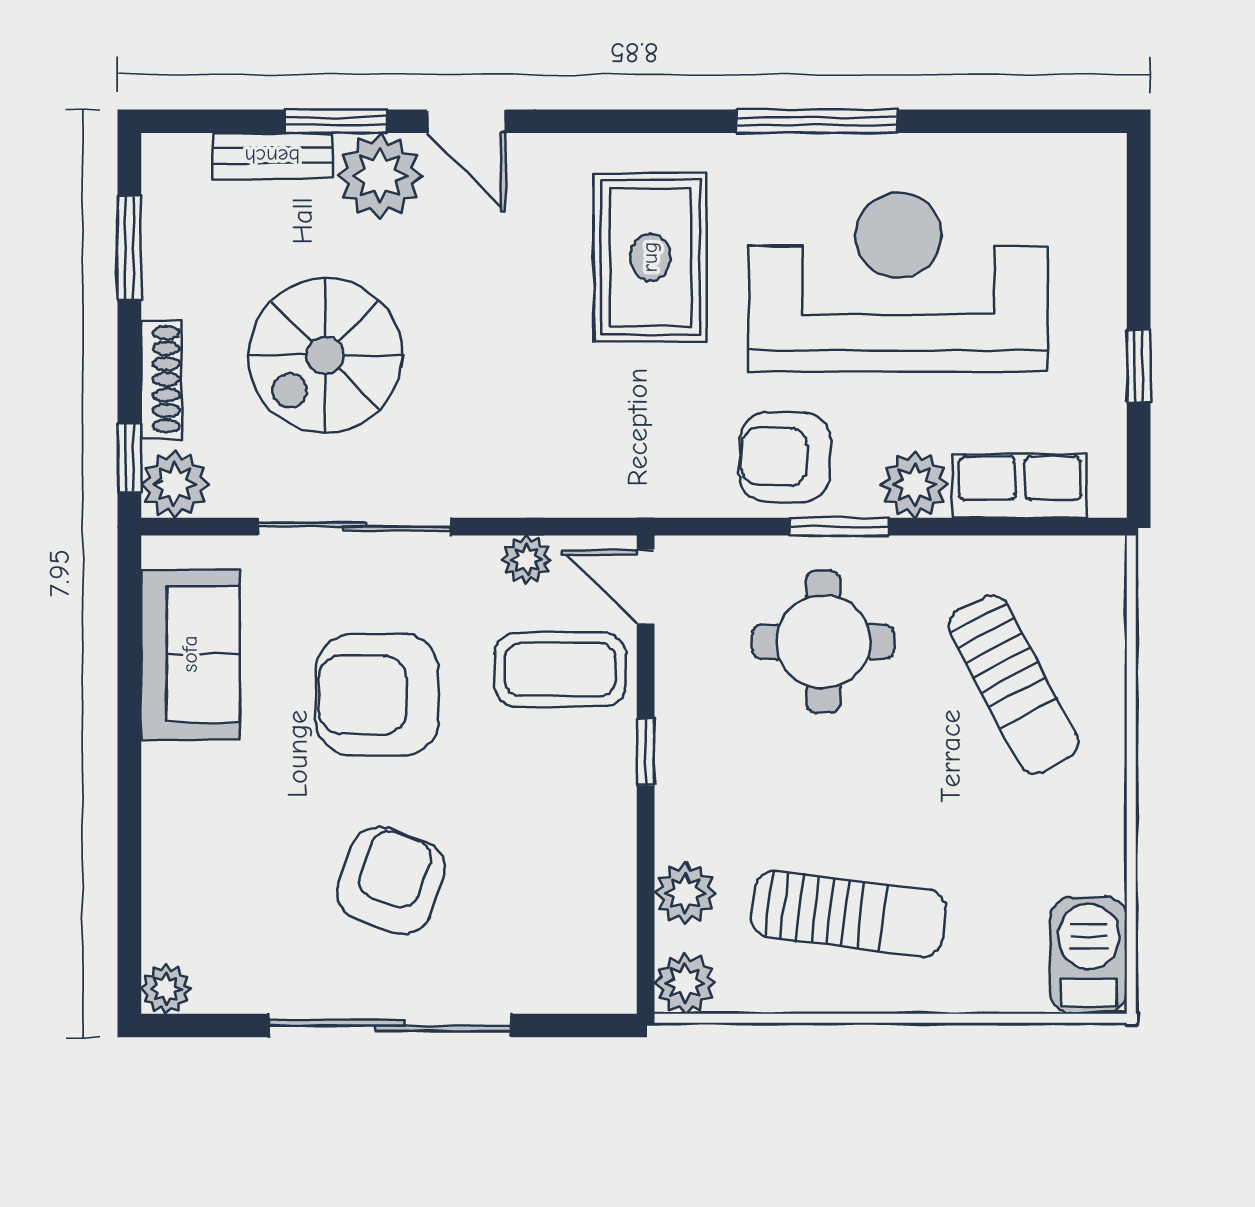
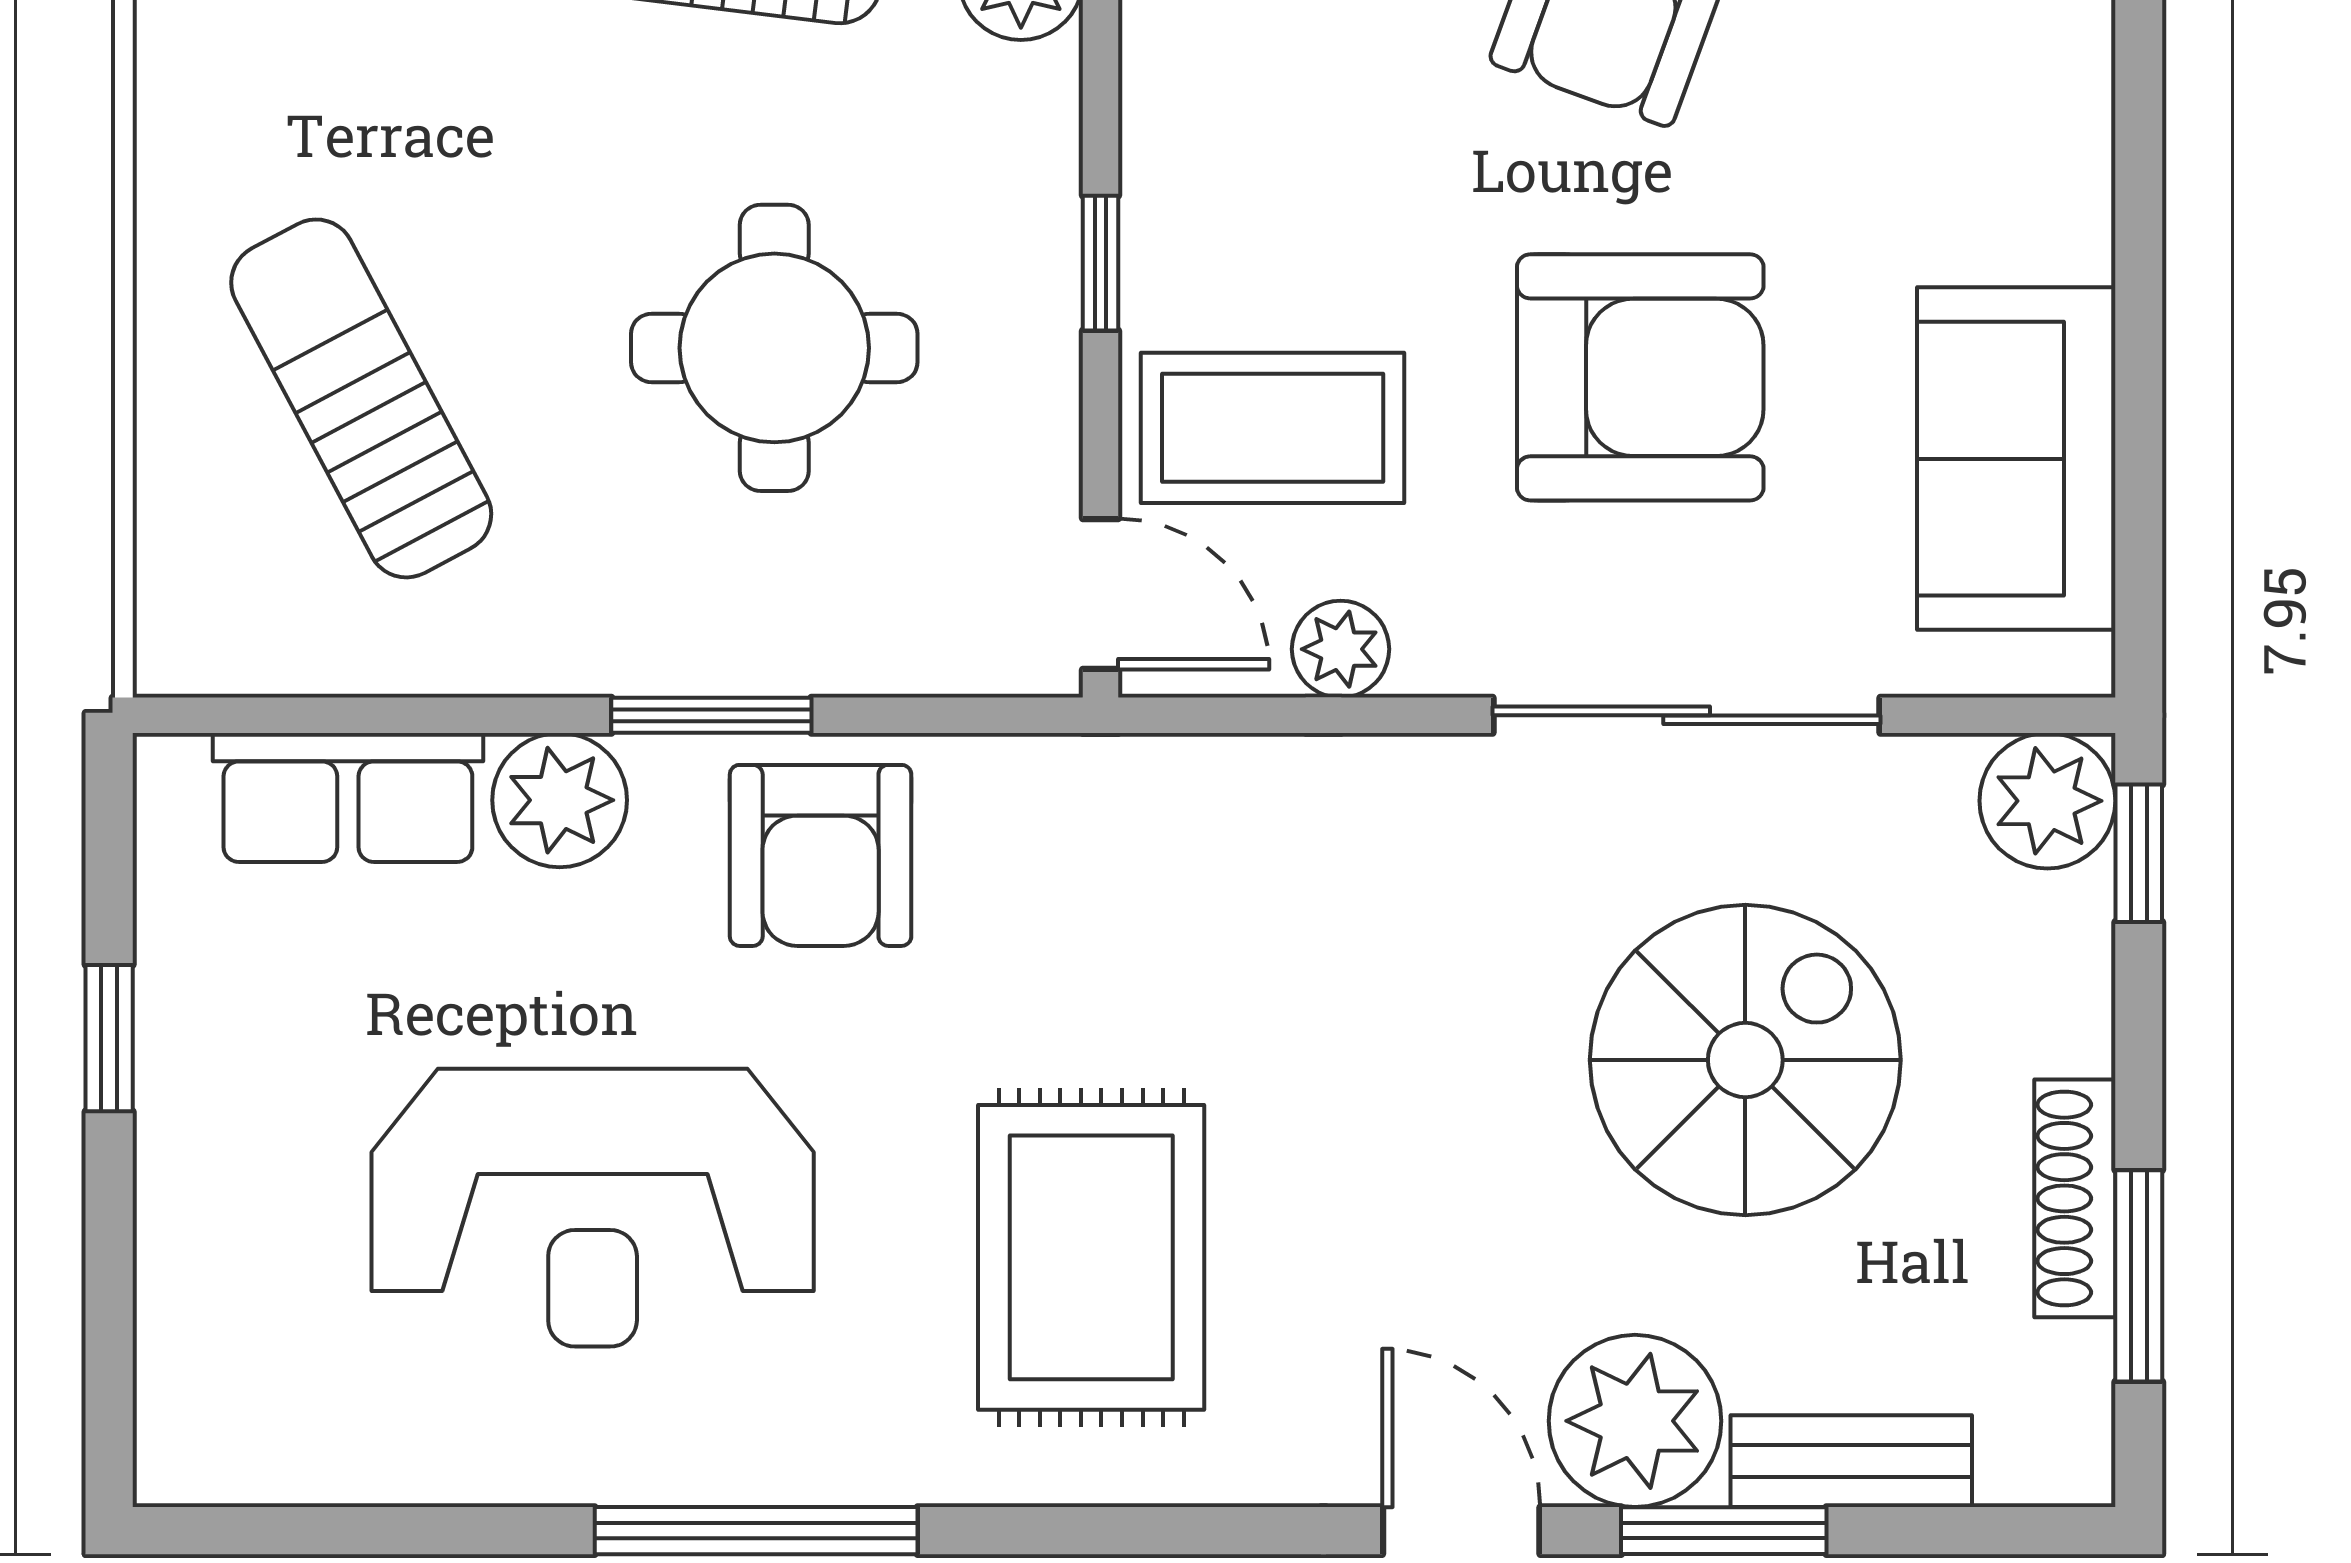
reception desk: (898, 282) -> (593, 1208), width x0.74, depth x0.77
shoe rack: (161, 379) -> (2075, 1198), moved
armchair: (785, 457) -> (821, 855), turned 88
round table: (823, 642) -> (774, 348), moved

